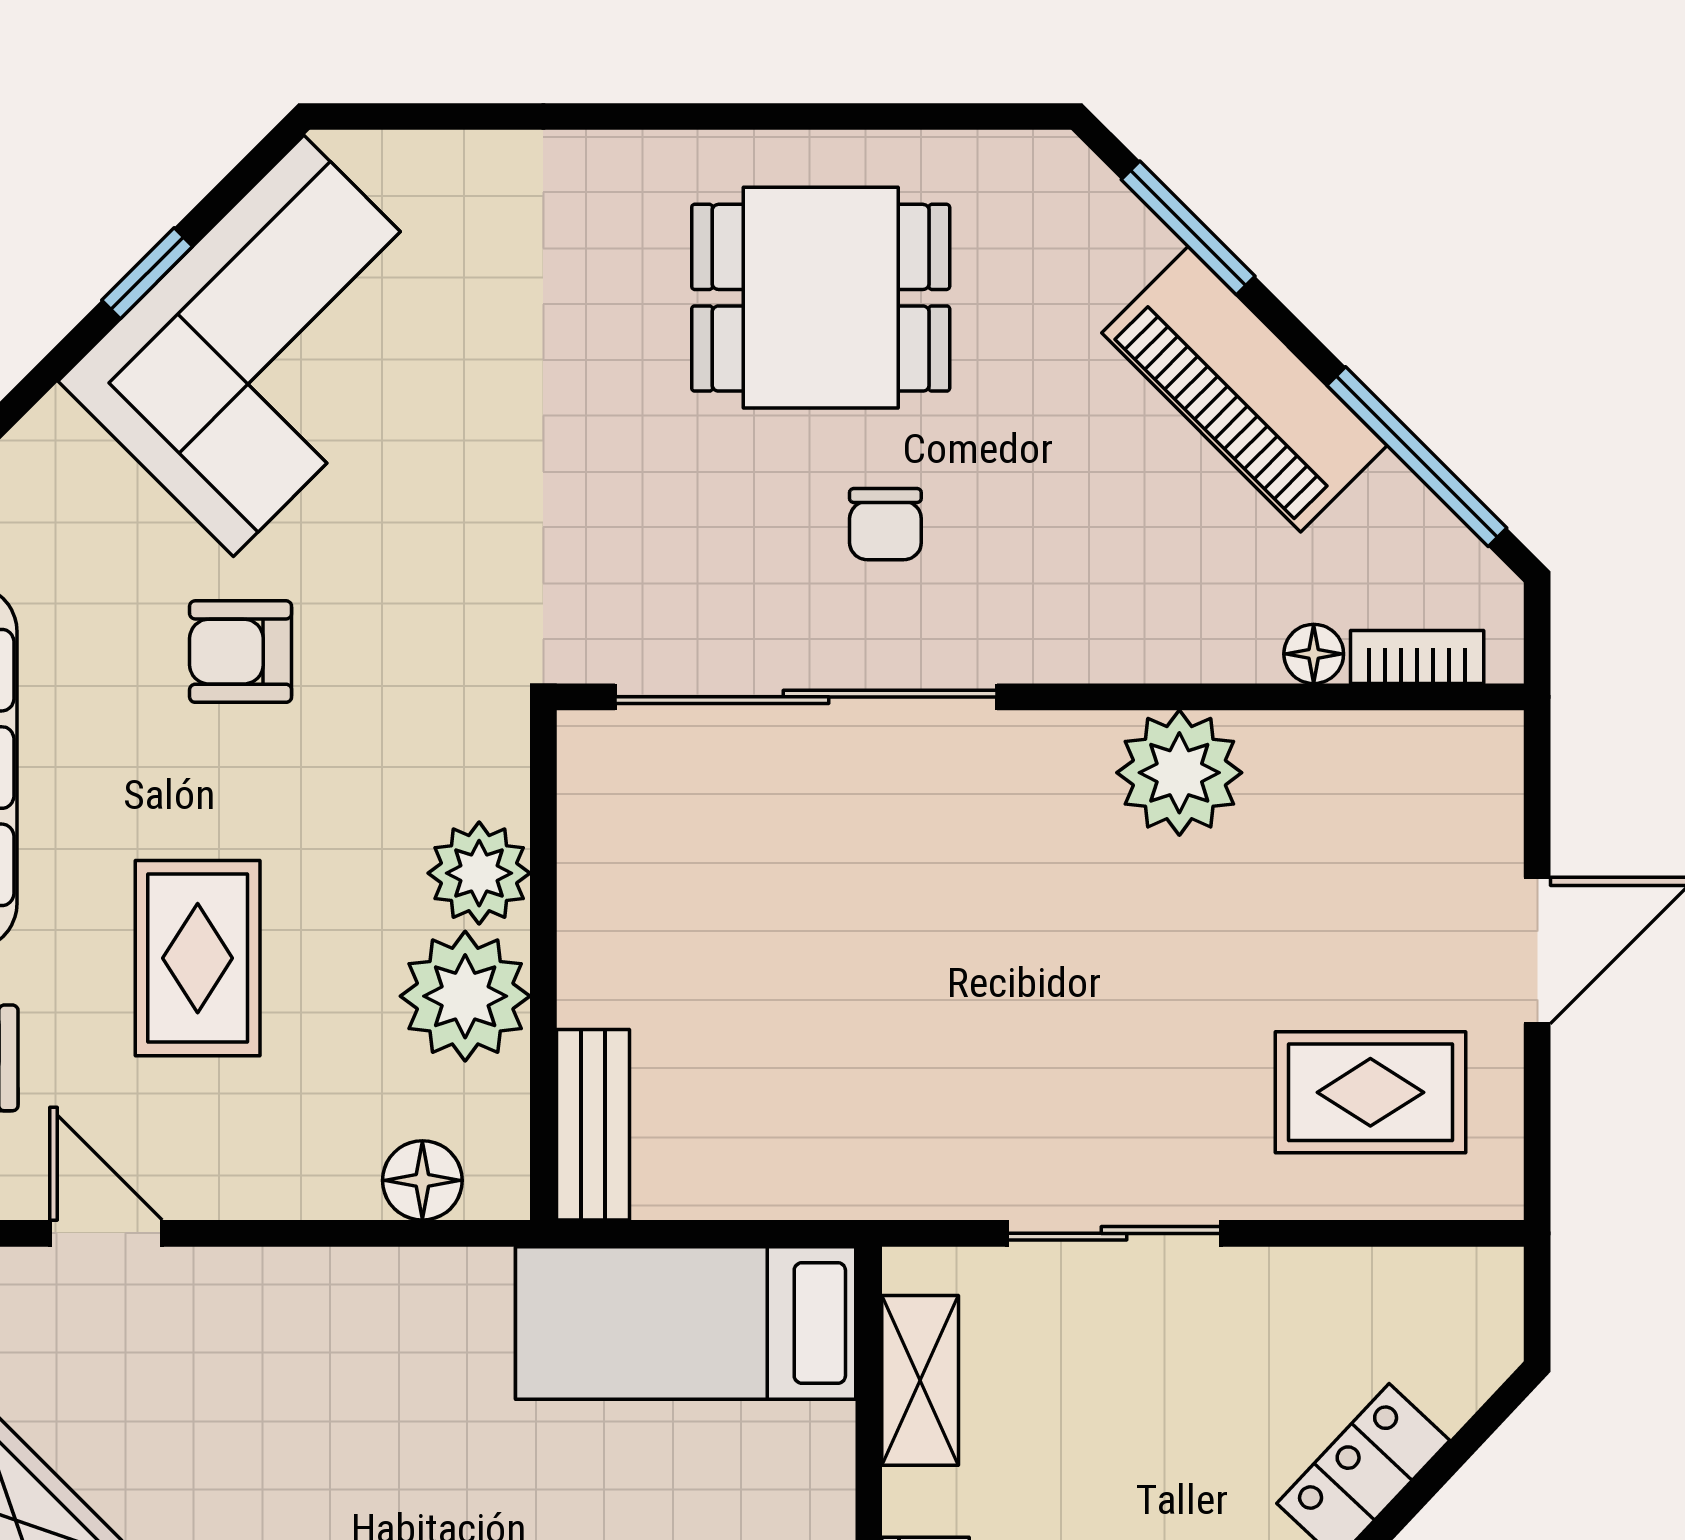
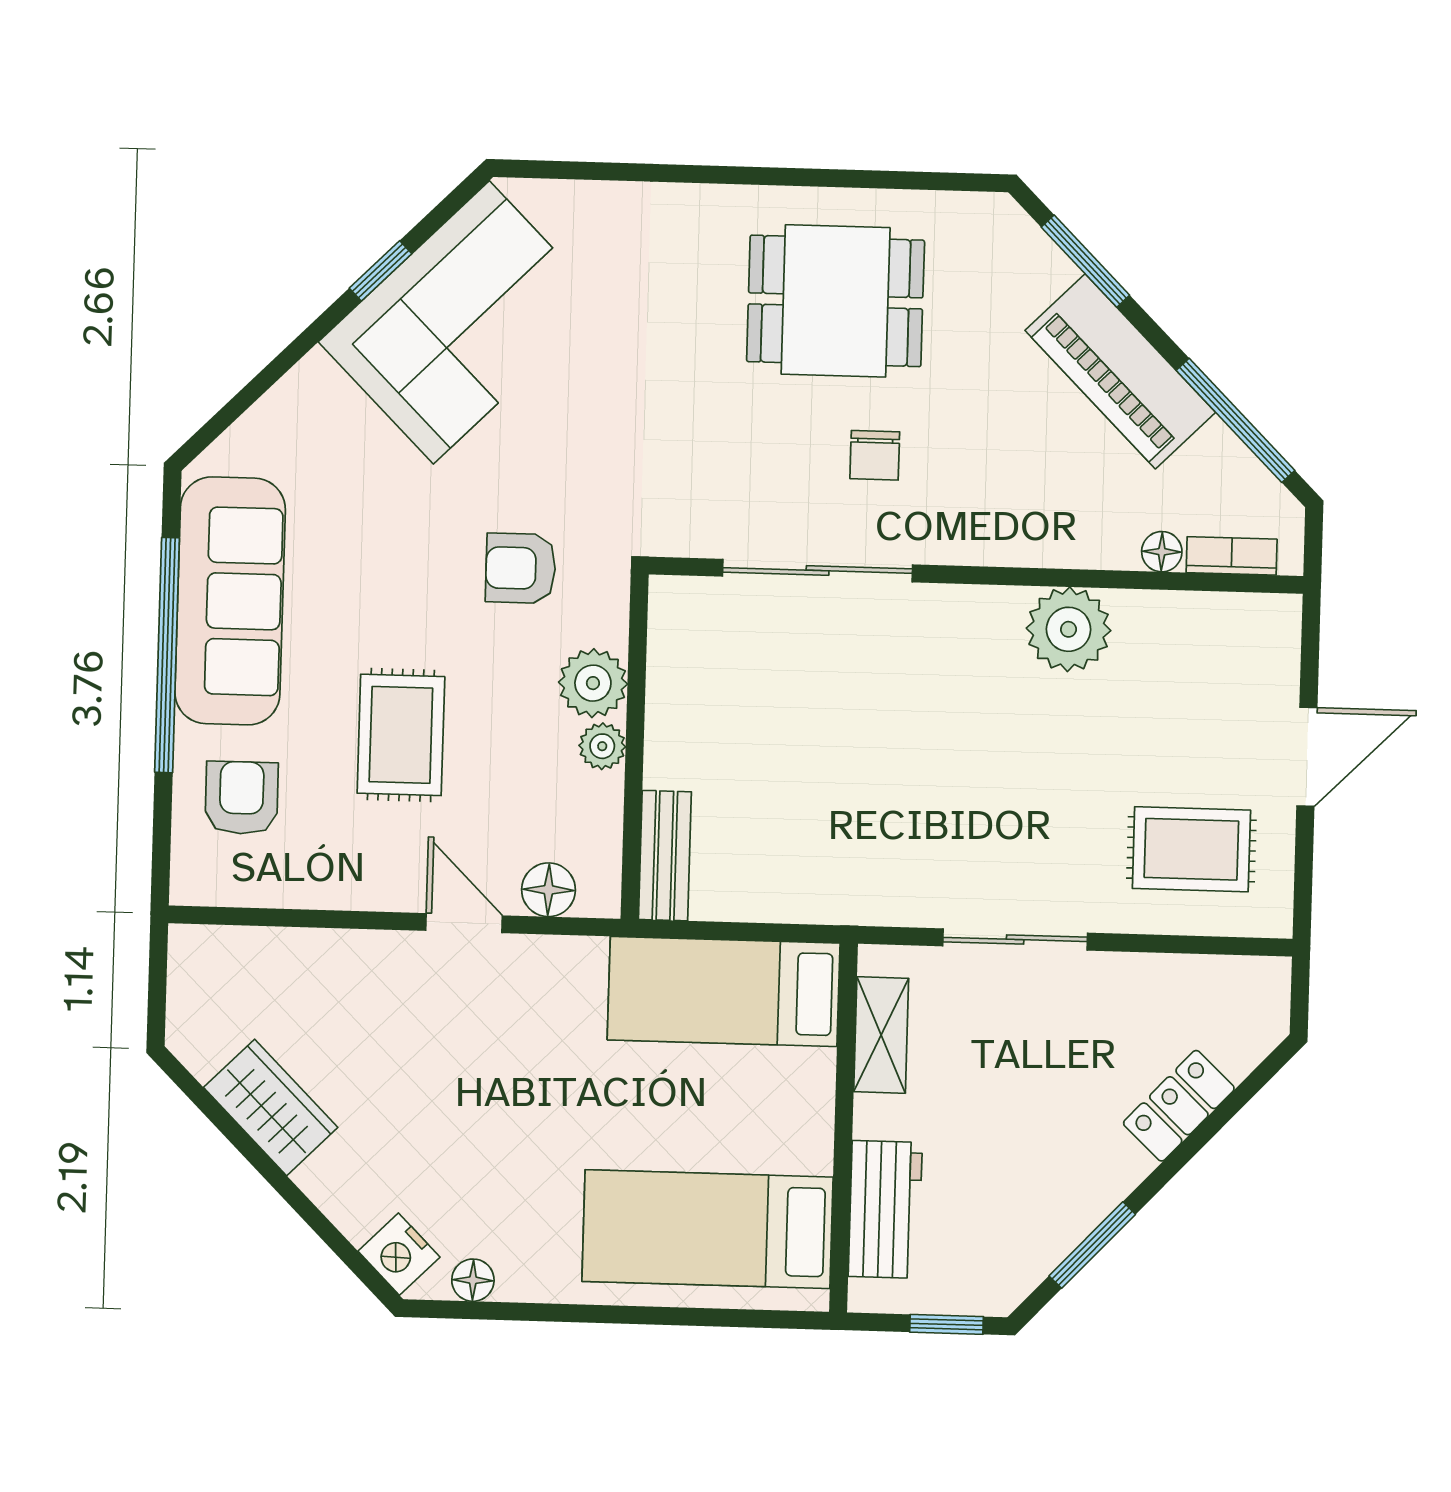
armchair: (241, 652) -> (521, 568), moved
sliding door: (806, 697) -> (818, 571), width x0.73
plant: (465, 996) -> (602, 746), width x0.53, depth x0.53
door: (106, 1233) -> (464, 923), moved

